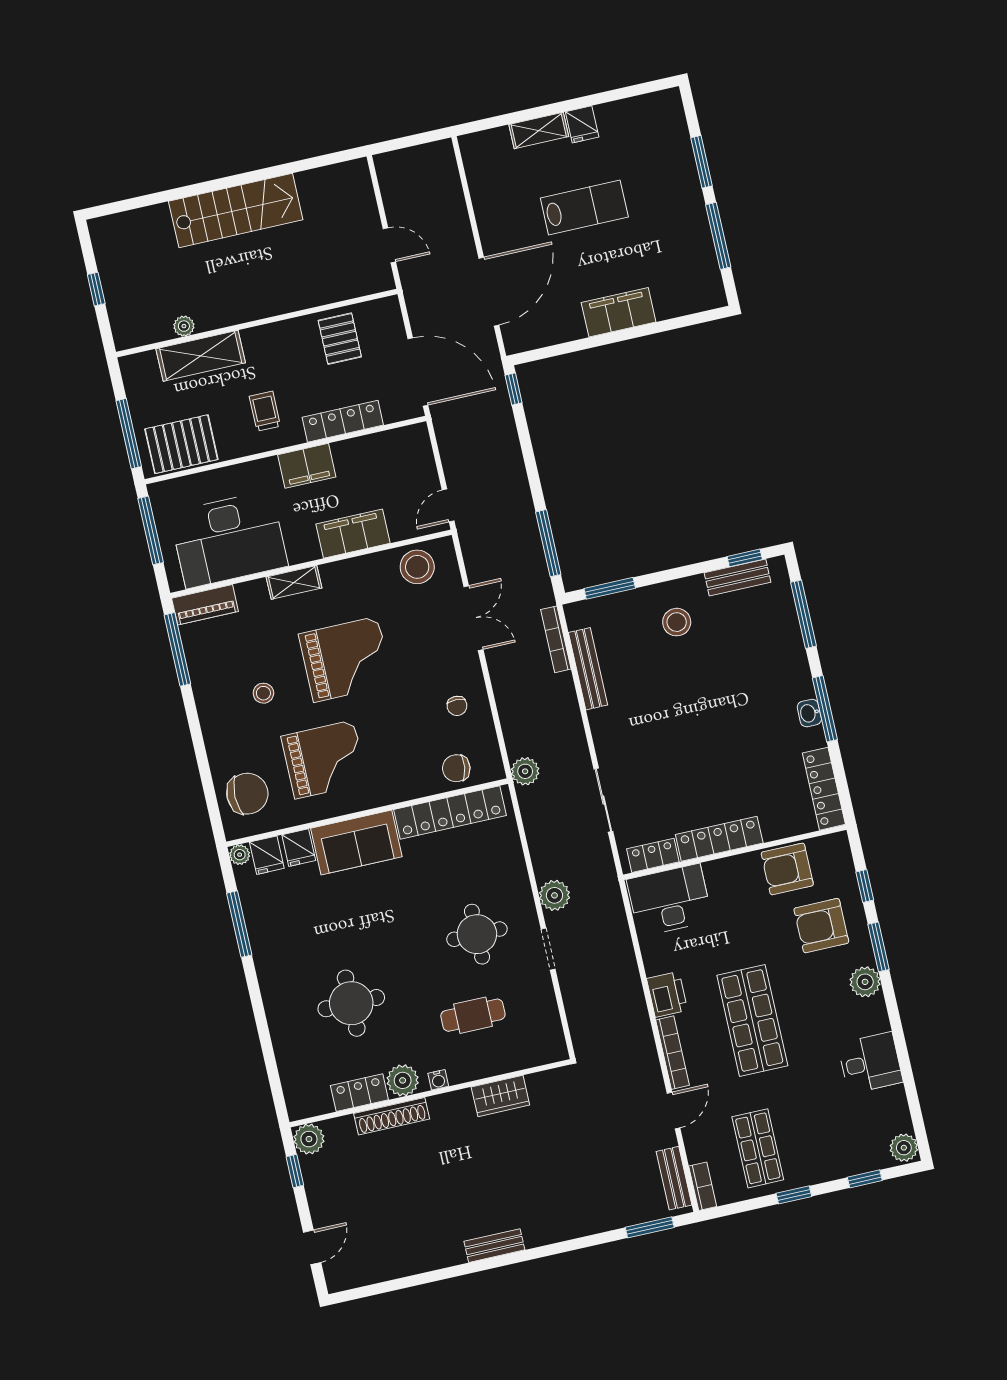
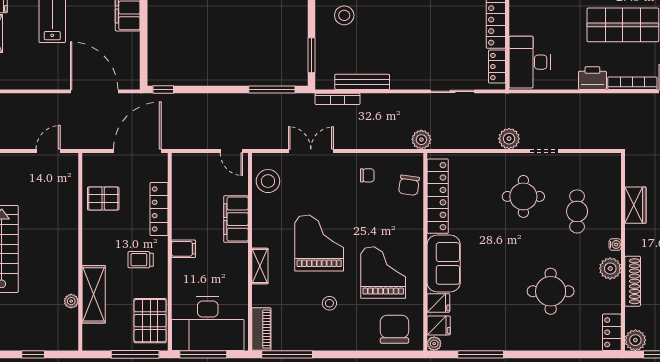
filing cabinet: (307, 466) -> (184, 249), width x0.50
desk: (229, 539) -> (208, 324), moved, turned 90
locker: (359, 1093) -> (612, 332), moved

